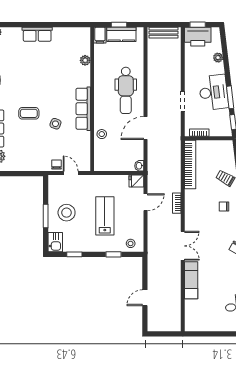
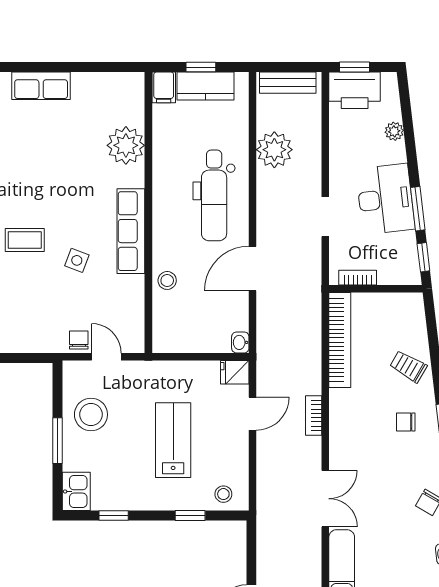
plant: (85, 60) -> (126, 145), width x1.88, depth x1.88
plant: (157, 67) -> (274, 150), added
stool: (67, 213) -> (91, 414), moved

